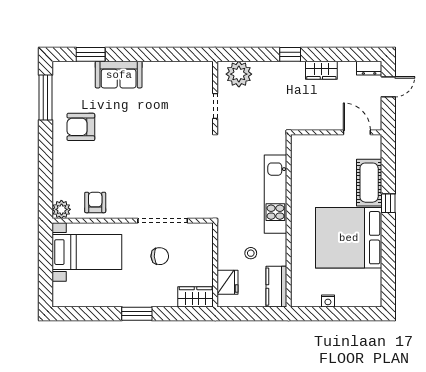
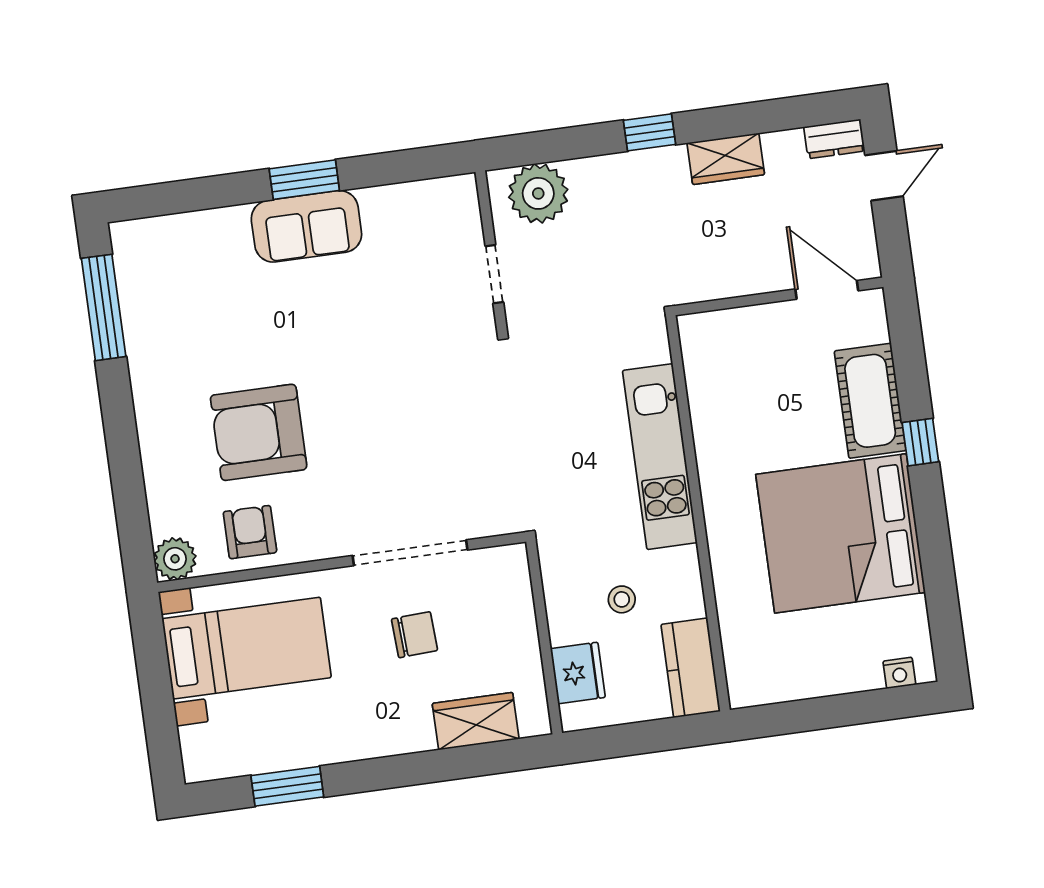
window: (91, 54) -> (304, 180), moved
sofa: (119, 75) -> (306, 226), moved
armchair: (81, 127) -> (259, 432), moved, width x1.36, depth x1.36
wardrobe: (196, 297) -> (476, 721), moved
nightstand: (328, 301) -> (899, 673), moved
window: (137, 314) -> (287, 786), moved

